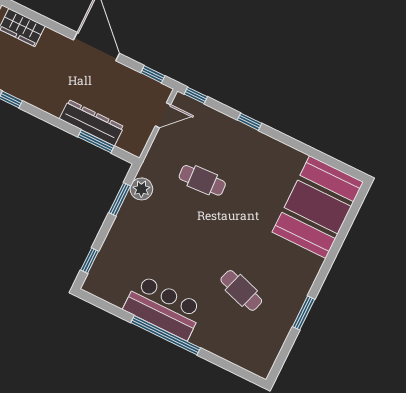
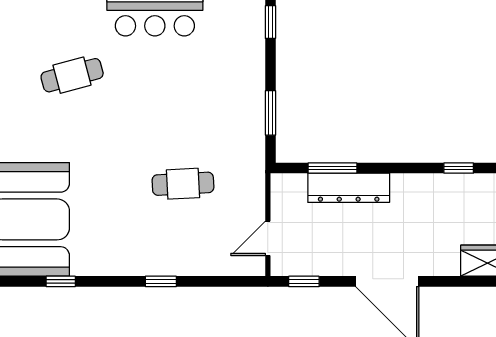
window: (196, 95) -> (61, 281), moved
plant: (141, 189) -> (250, 138), removed
cafe table: (241, 290) -> (72, 75), turned -33

